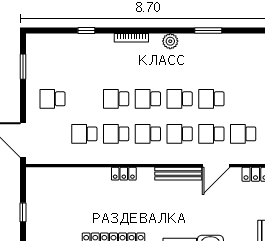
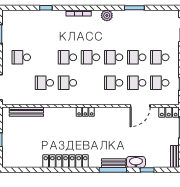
school desk: (148, 134) -> (160, 57), moved
locker: (124, 174) -> (85, 112), moved
bench: (178, 174) -> (26, 112), moved

